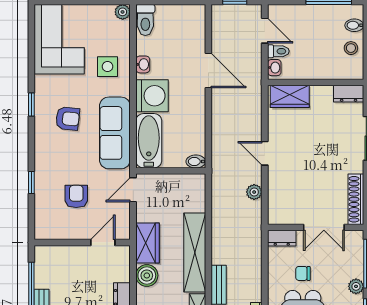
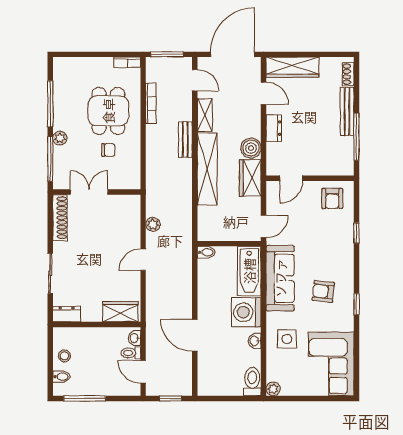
door: (265, 153) -> (143, 260), swing flipped
armchair: (76, 196) -> (332, 199), moved
dresser: (282, 238) -> (128, 182), removed

